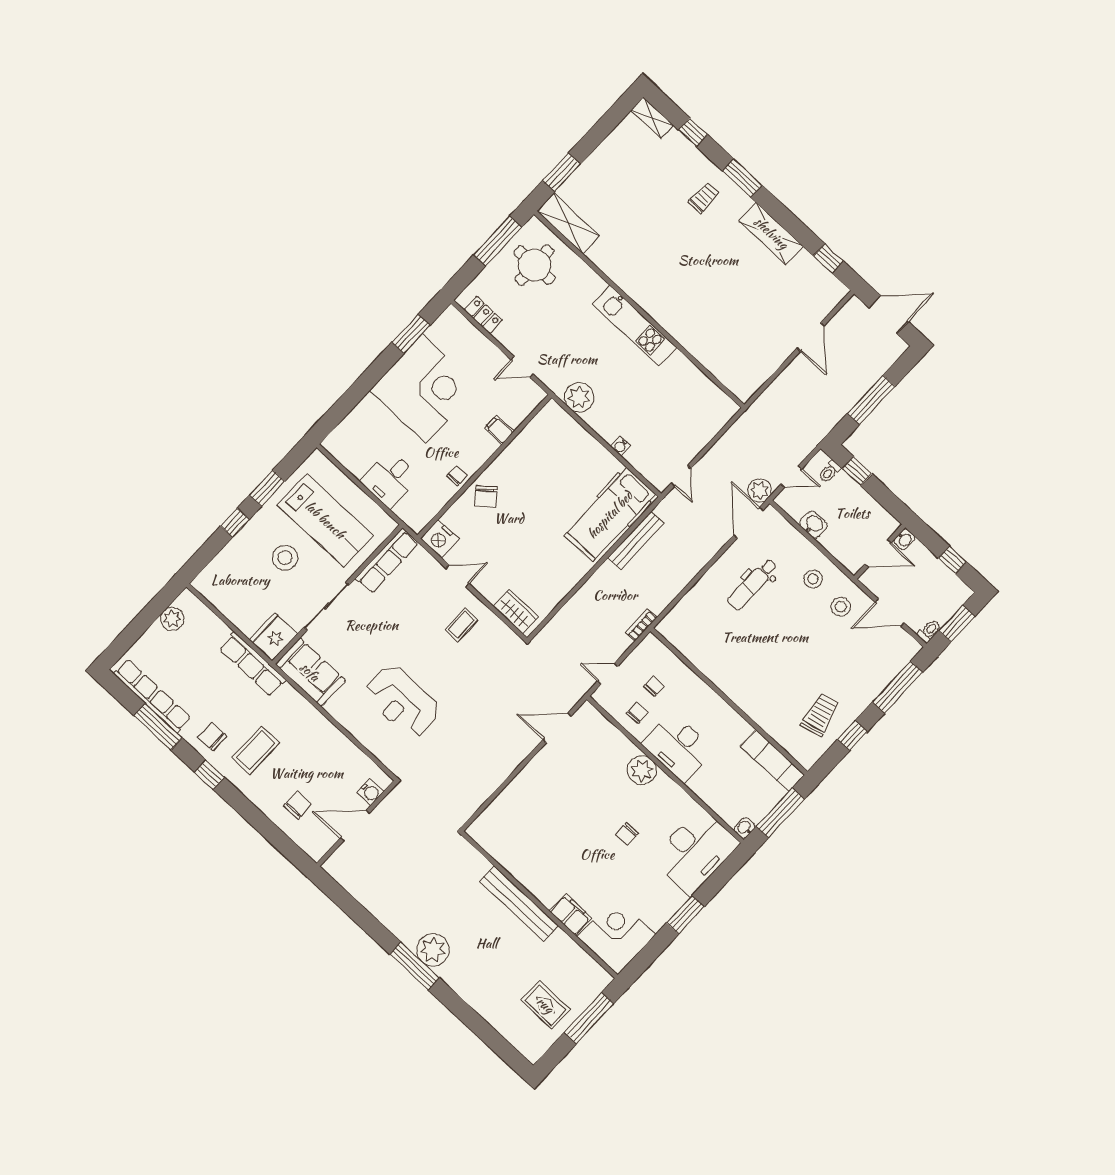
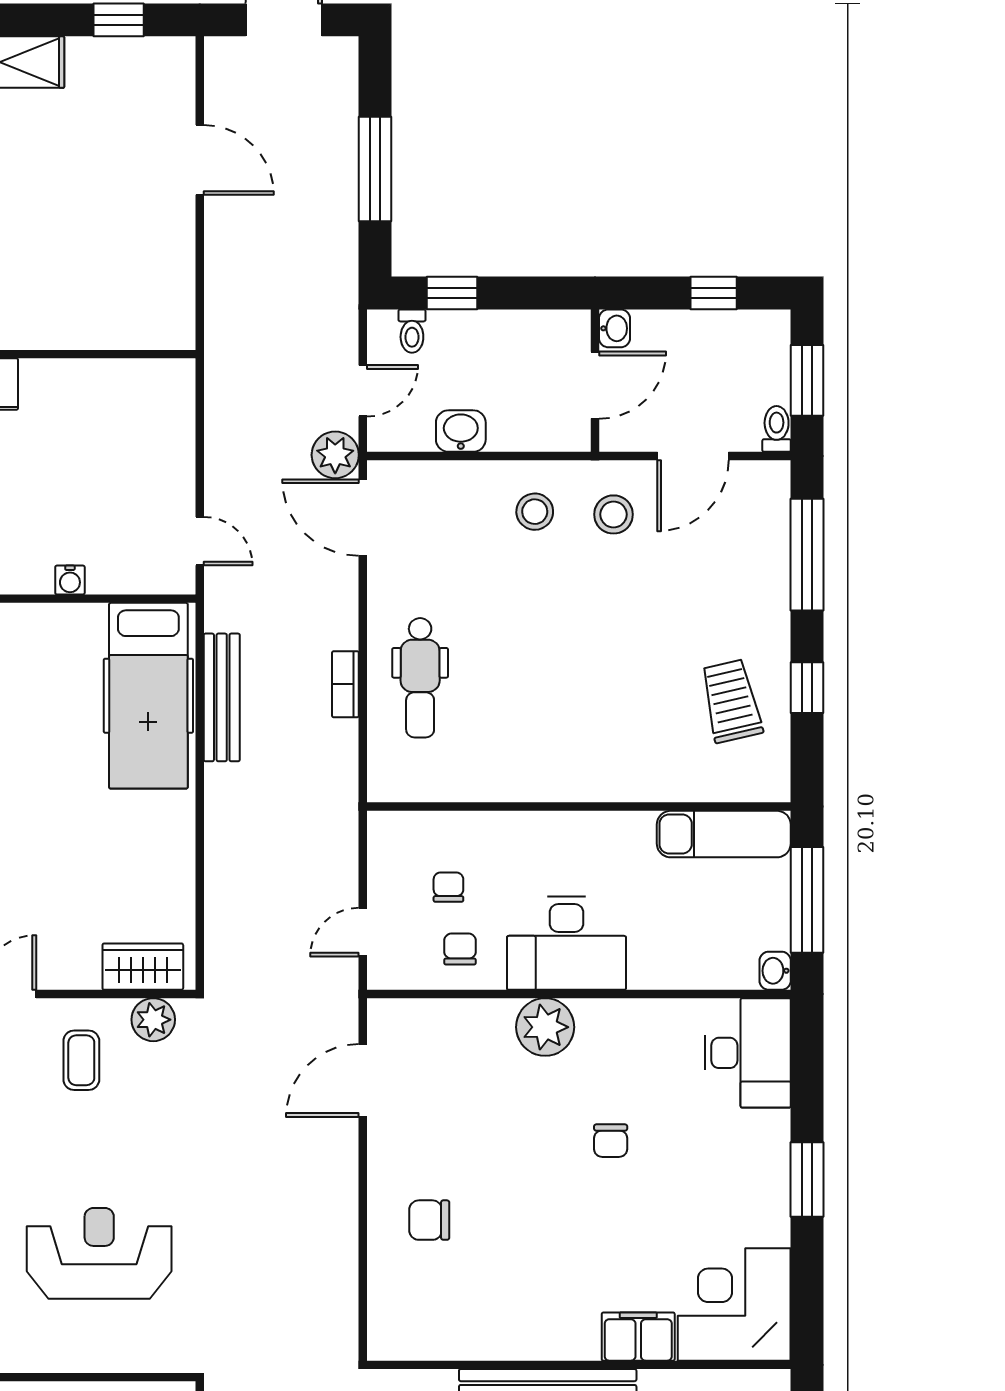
dental chair: (752, 584) -> (420, 678), moved
bookcase: (641, 625) -> (345, 684), moved
plant: (502, 634) -> (153, 1020), added
reception desk: (402, 701) -> (99, 1253), turned 180
chair: (534, 801) -> (429, 1220), added
desk: (695, 851) -> (748, 1053), width x0.73, depth x0.77

